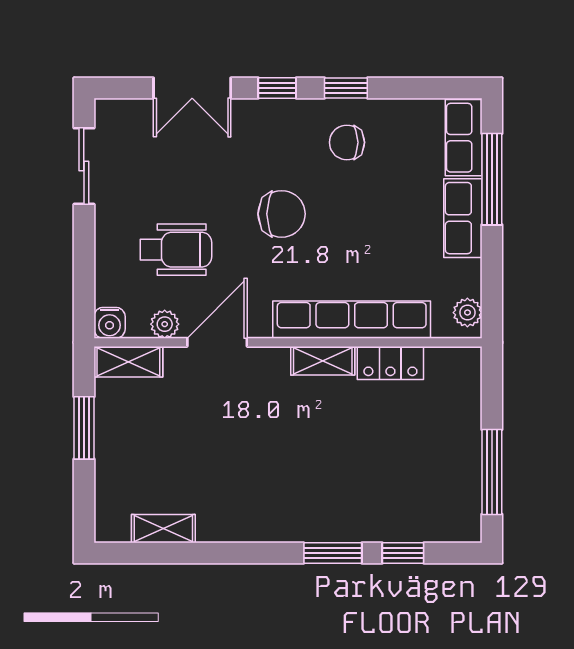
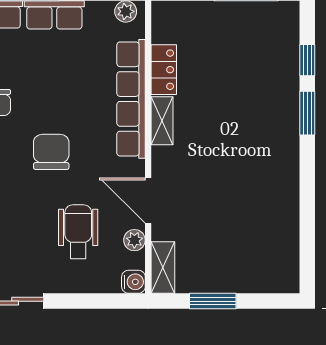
shelving: (163, 529) -> (289, 241), removed

